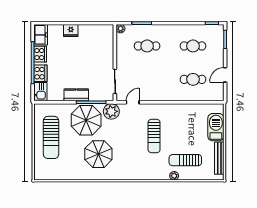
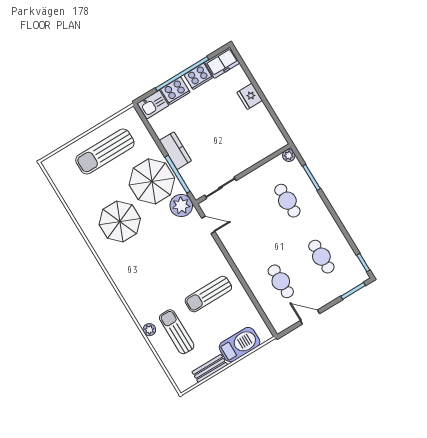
sun lounger: (154, 136) -> (208, 294), moved
bench: (219, 158) -> (210, 368), width x0.73

